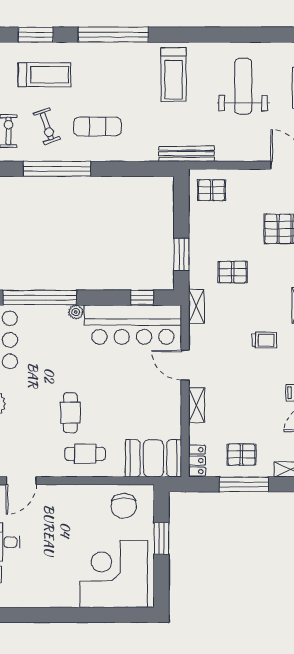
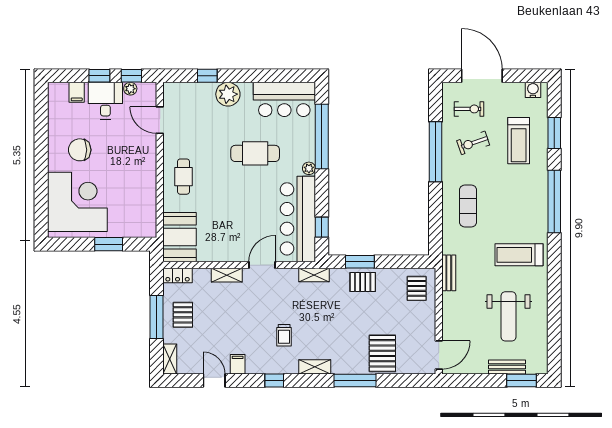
weight bench: (243, 86) -> (509, 316), turned 90
exercise mat: (97, 127) -> (468, 206), moved
bench: (187, 154) -> (449, 273), width x0.73
pallet: (233, 272) -> (363, 282), moved, turned 90
cafe table: (70, 413) -> (255, 153), moved, width x1.37, depth x1.35
chair: (124, 506) -> (80, 150), moved

